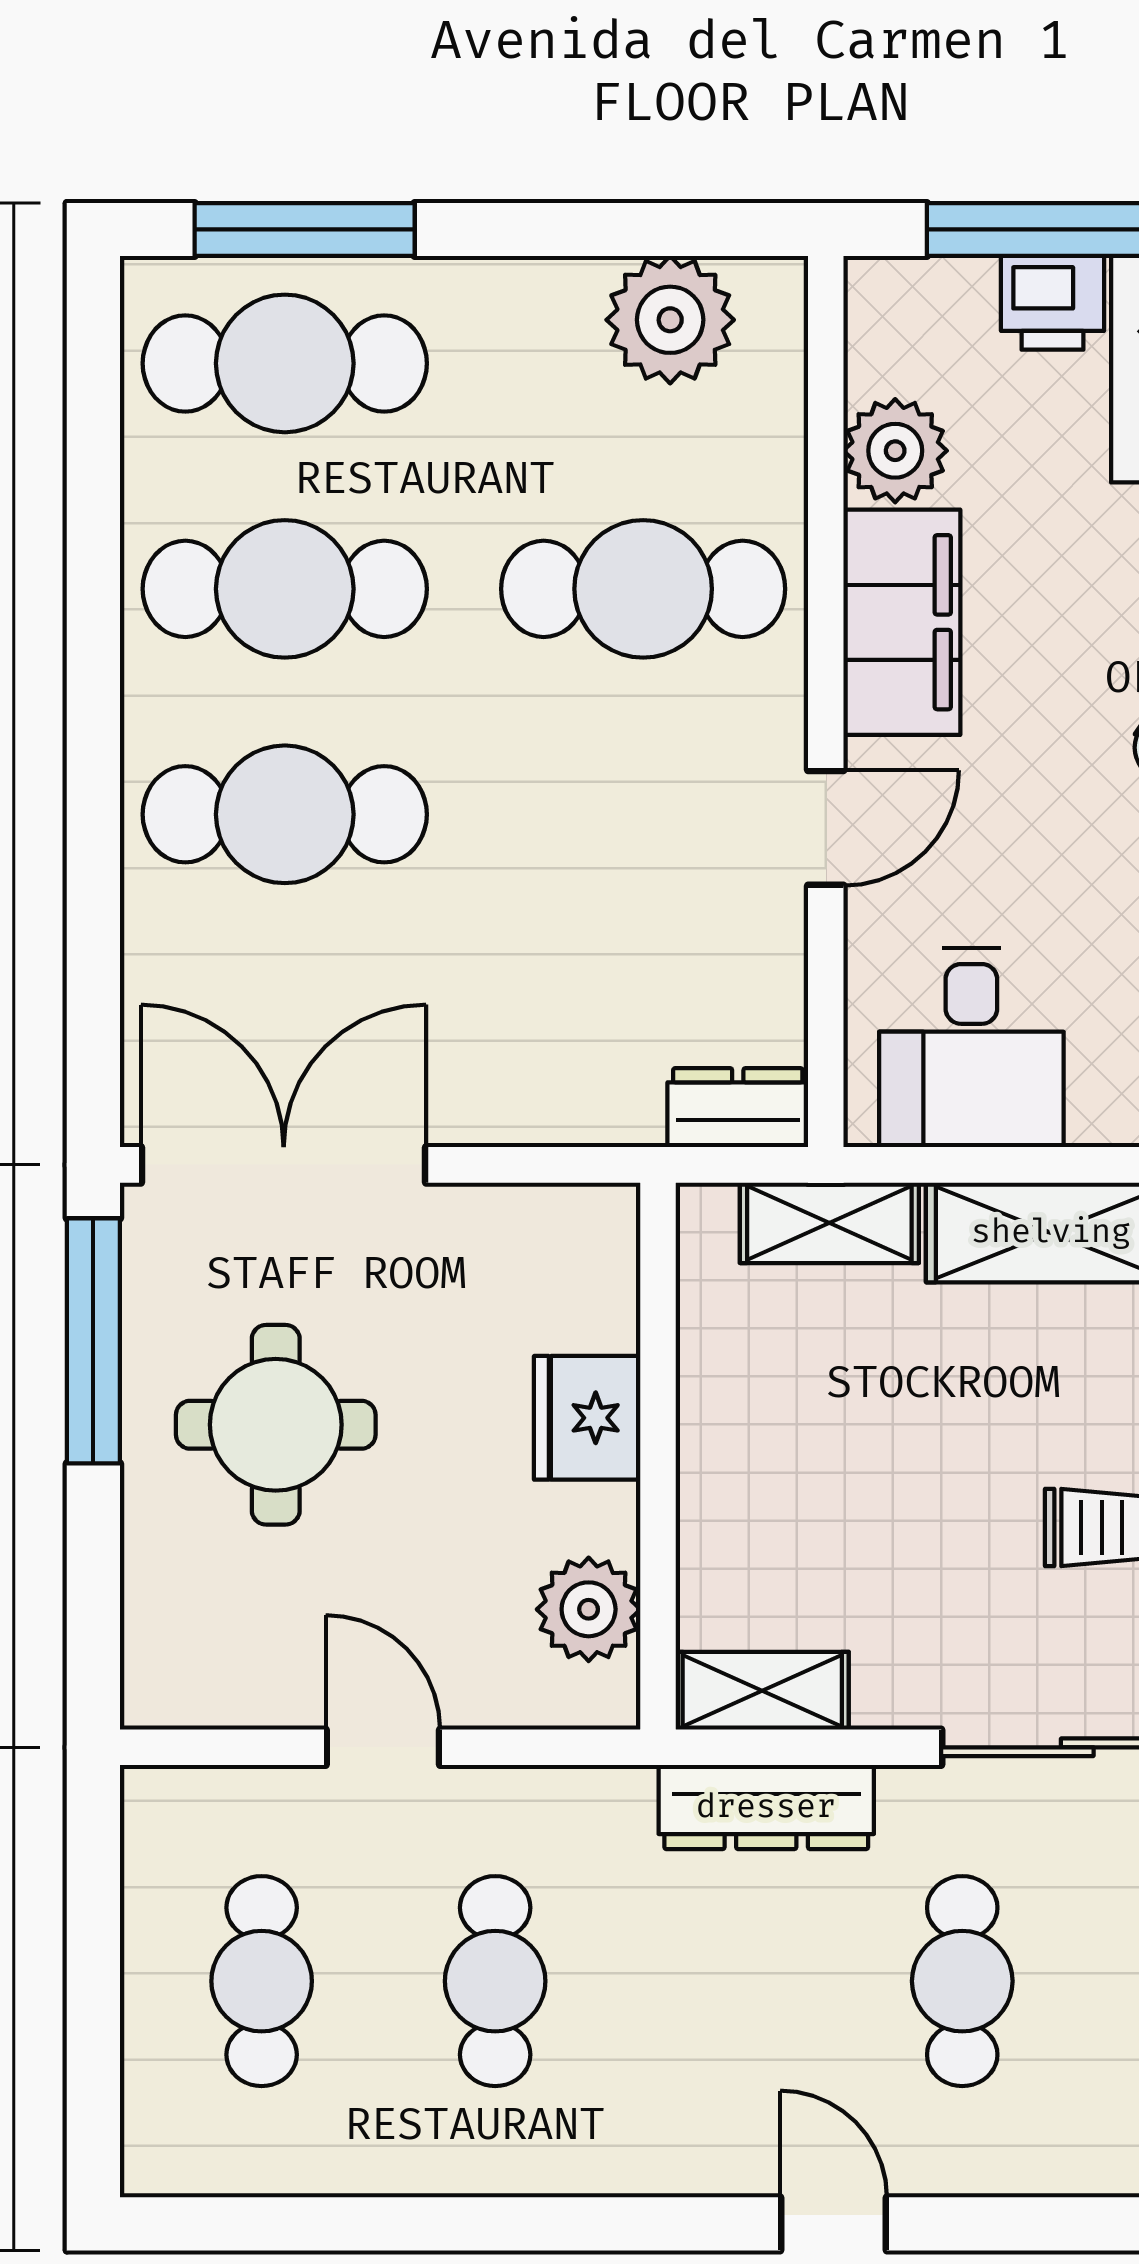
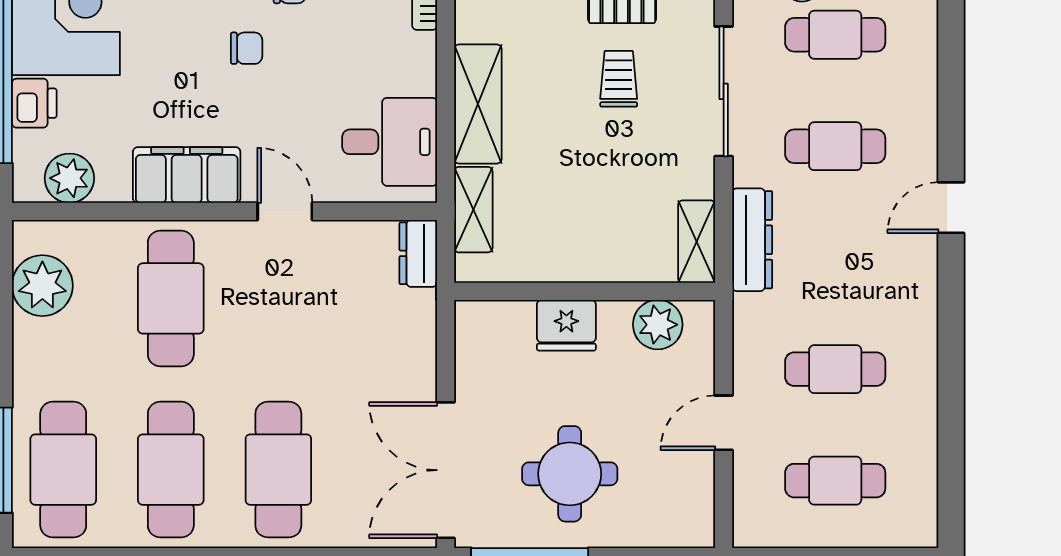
plant: (895, 451) -> (69, 178), moved

